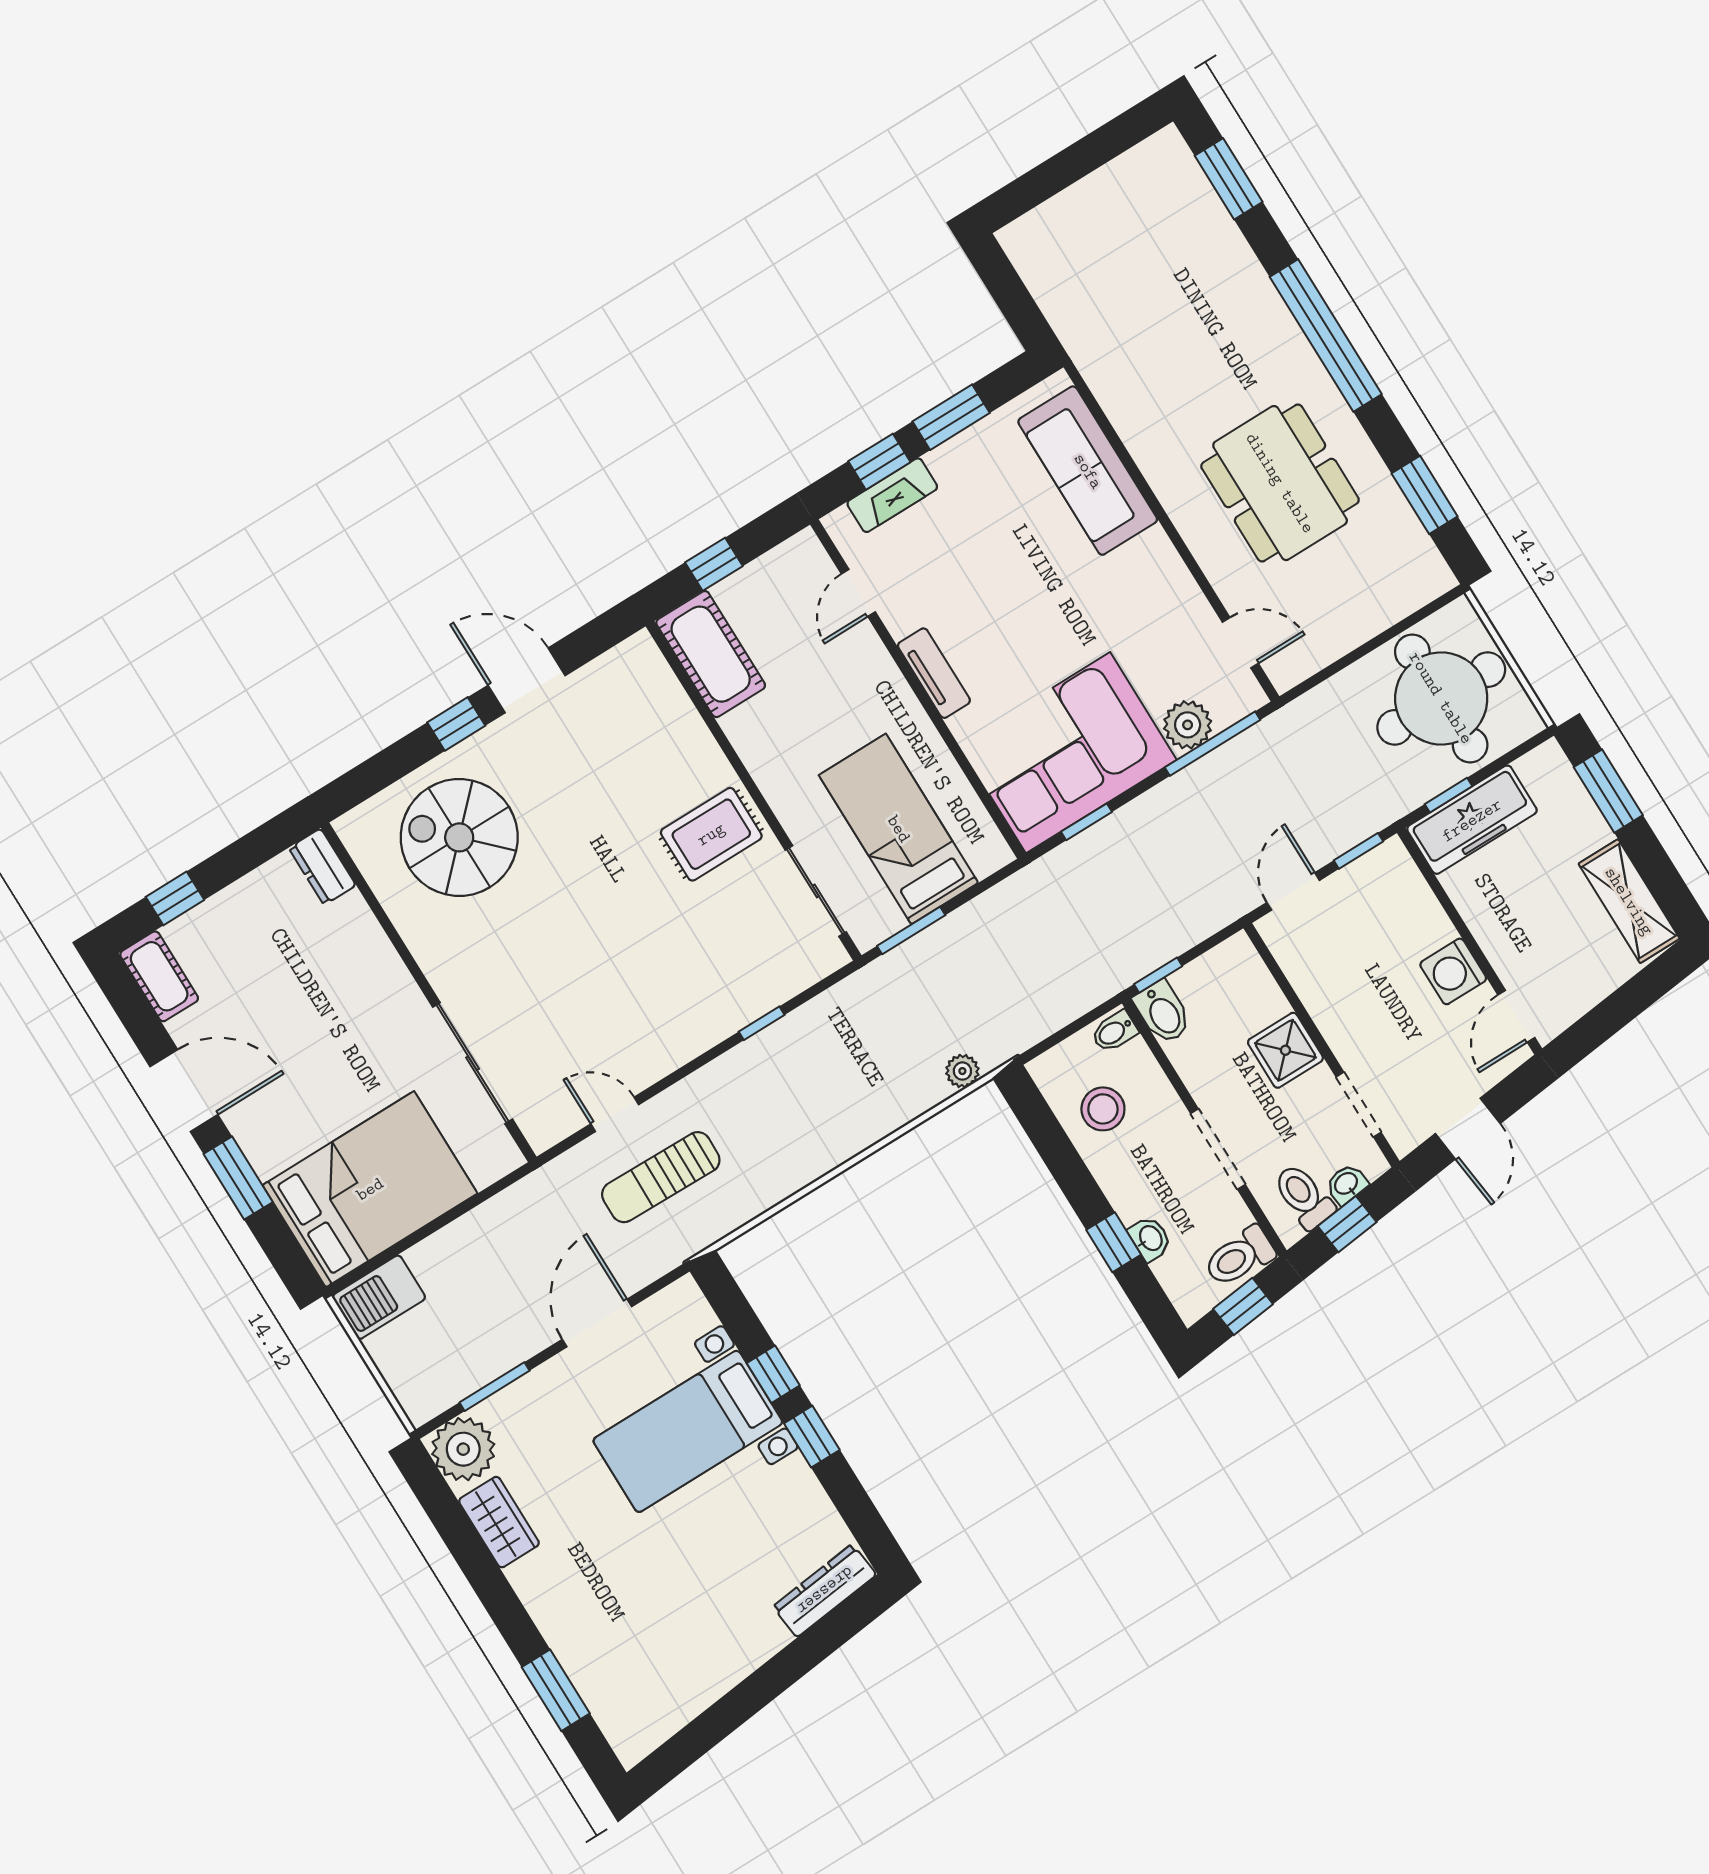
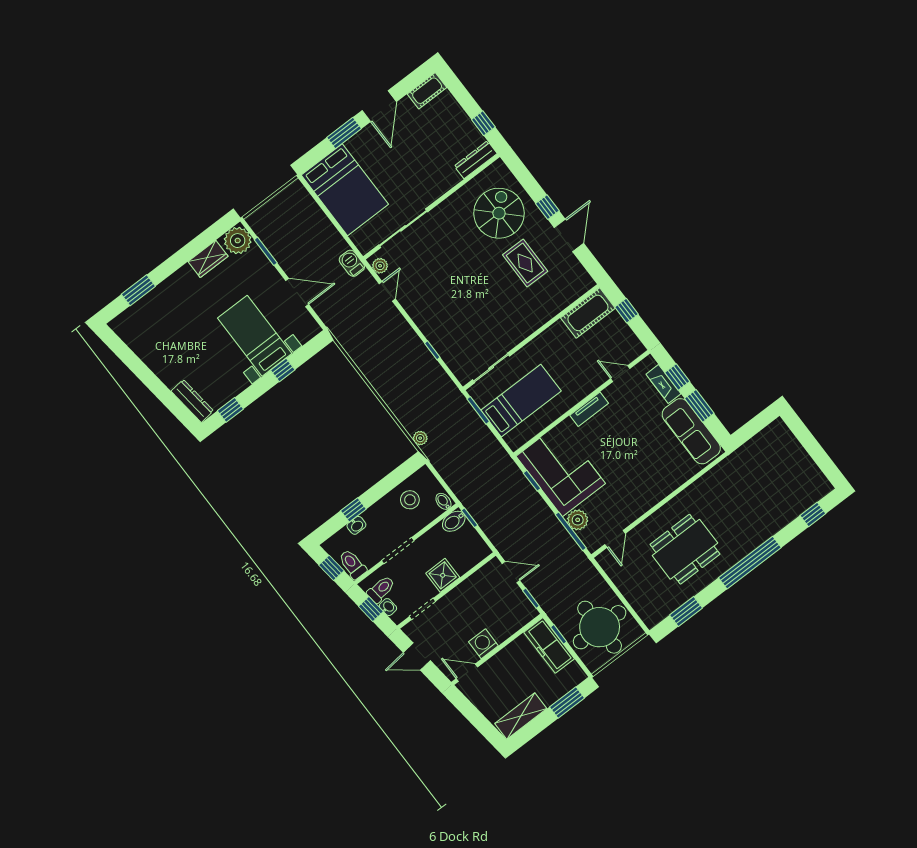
window: (1229, 179) -> (813, 514), width x0.67
sofa: (1088, 471) -> (691, 431), moved, turned -90
rug: (711, 834) -> (525, 263), moved
dresser: (322, 867) -> (476, 160), width x1.44
window: (175, 898) -> (483, 123), moved
plant: (554, 1125) -> (380, 266), added
sun lounger: (661, 1177) -> (362, 314), removed
barbecue: (379, 1297) -> (352, 263), moved, width x0.73, depth x0.79
window: (812, 1437) -> (230, 410), moved

